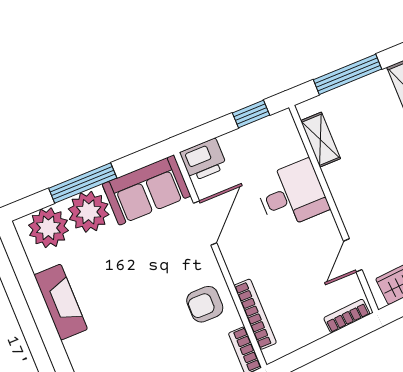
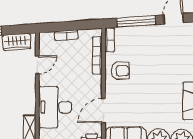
desk: (292, 195) -> (55, 107), width x1.37
bookcase: (347, 316) -> (66, 35), moved

